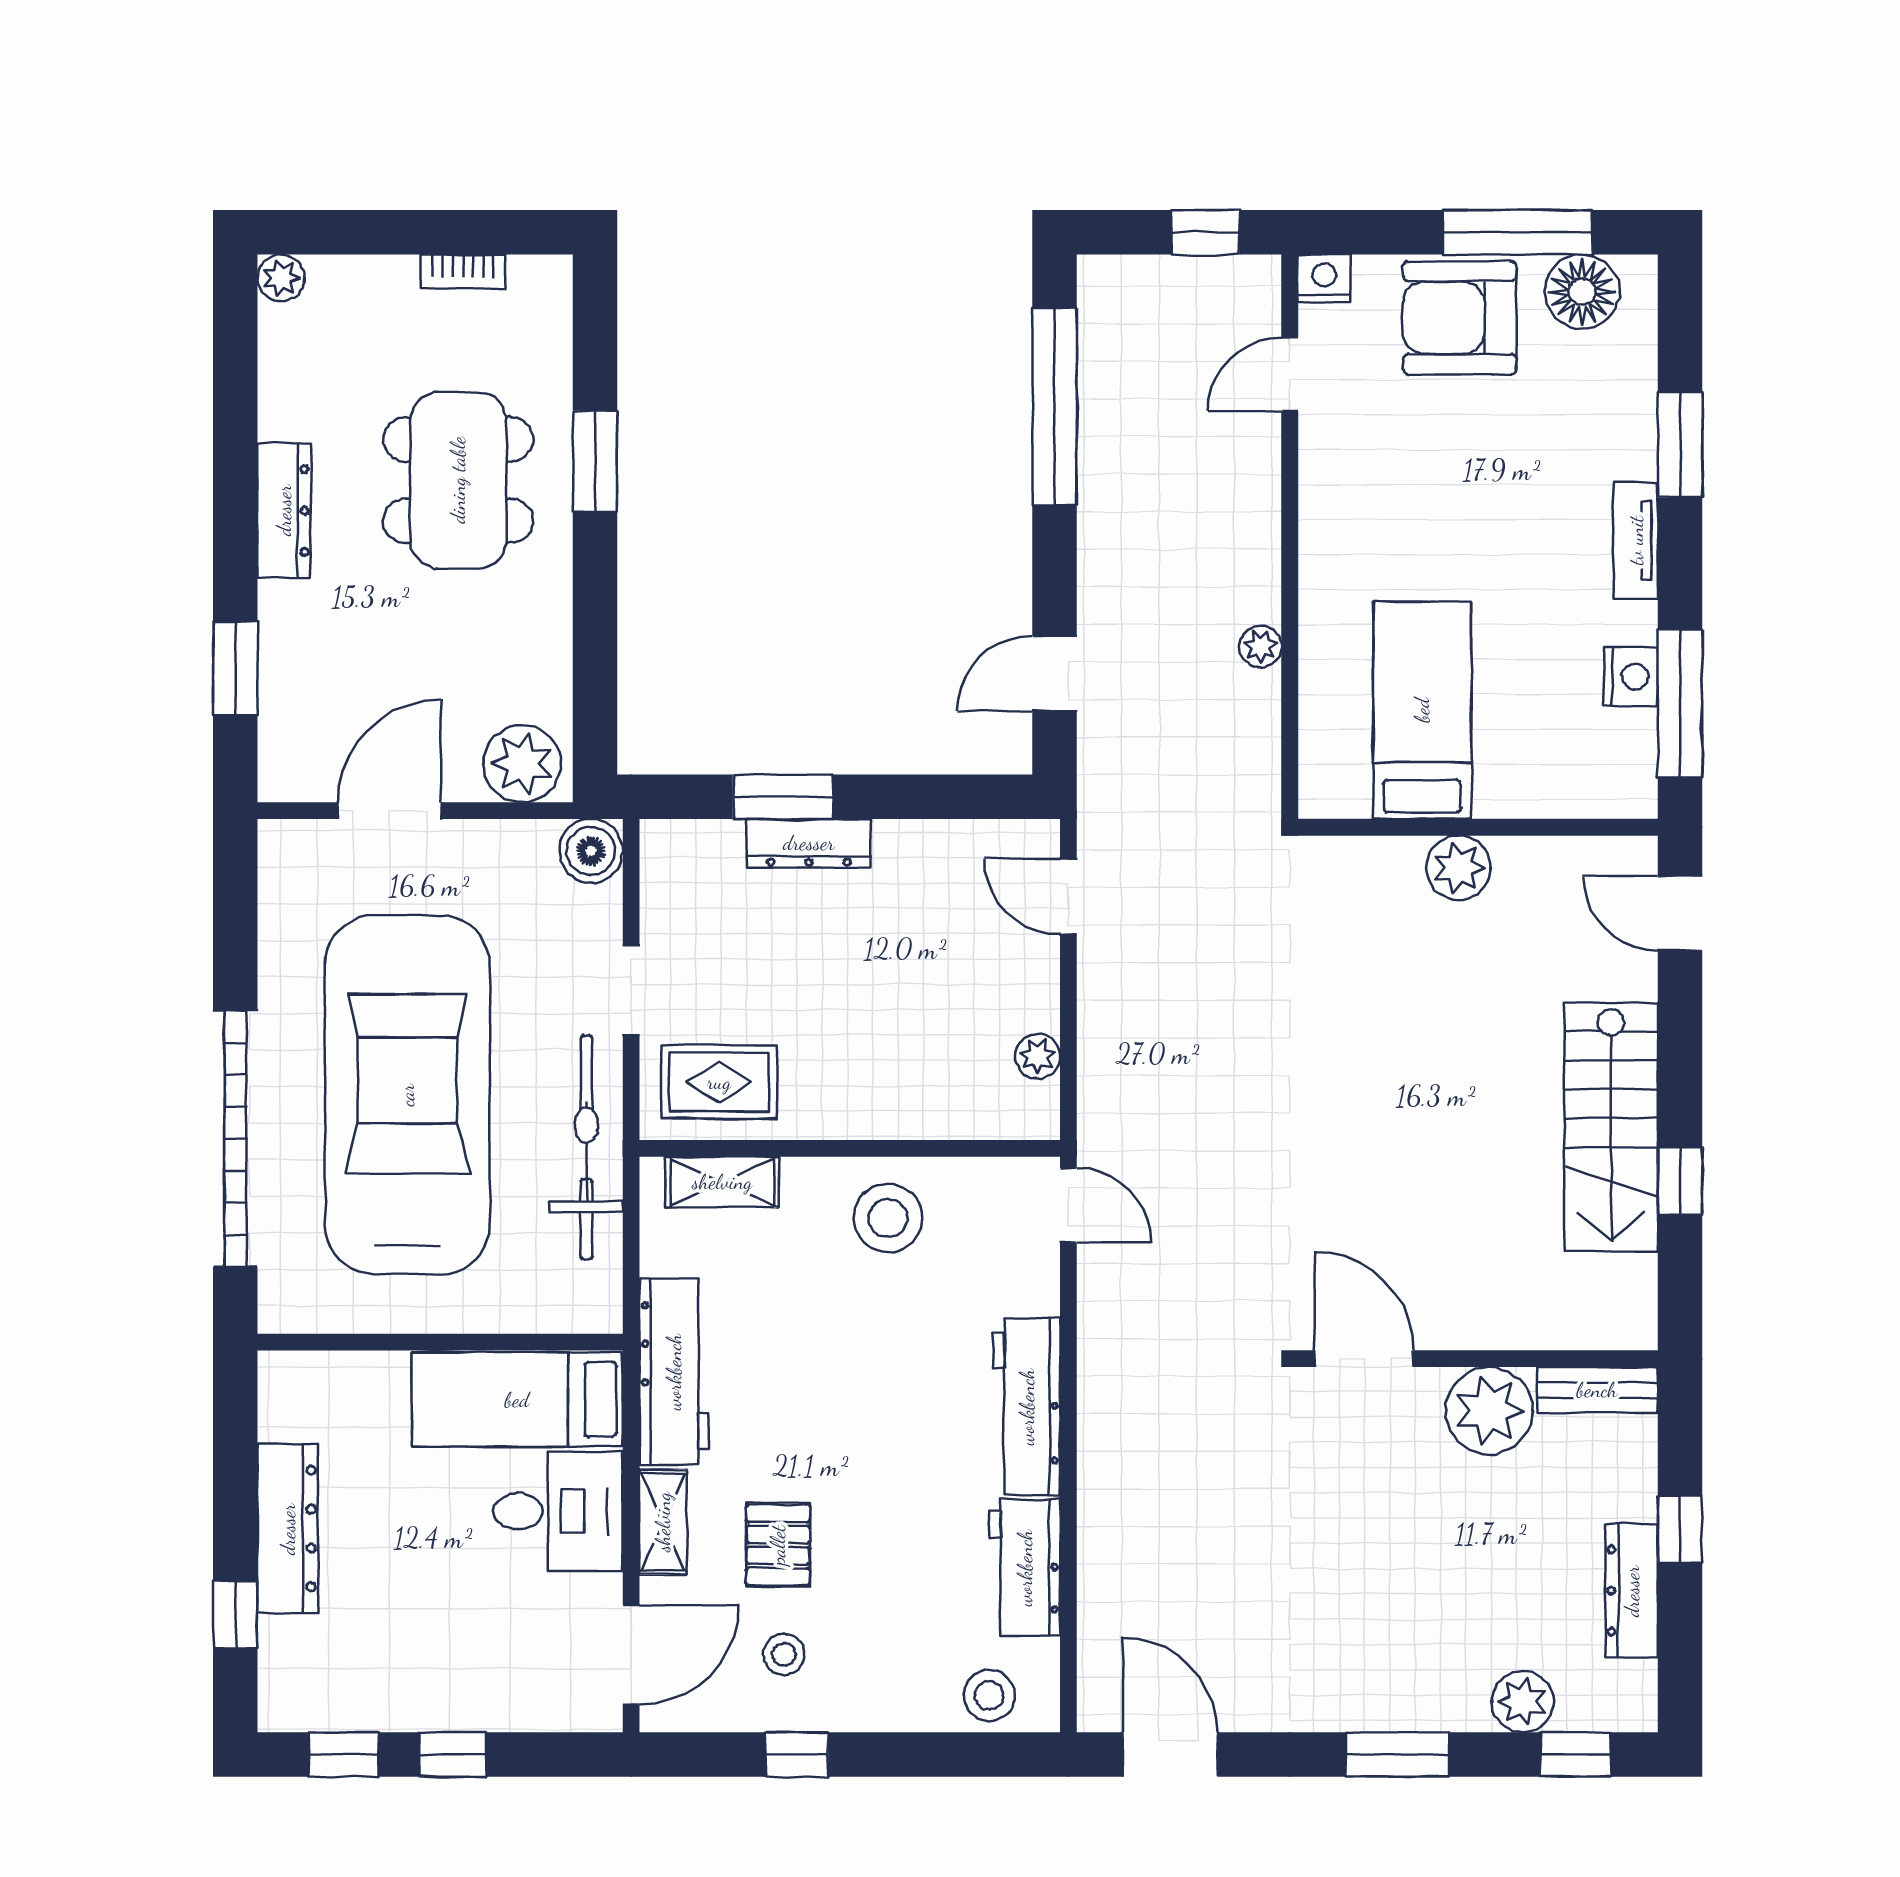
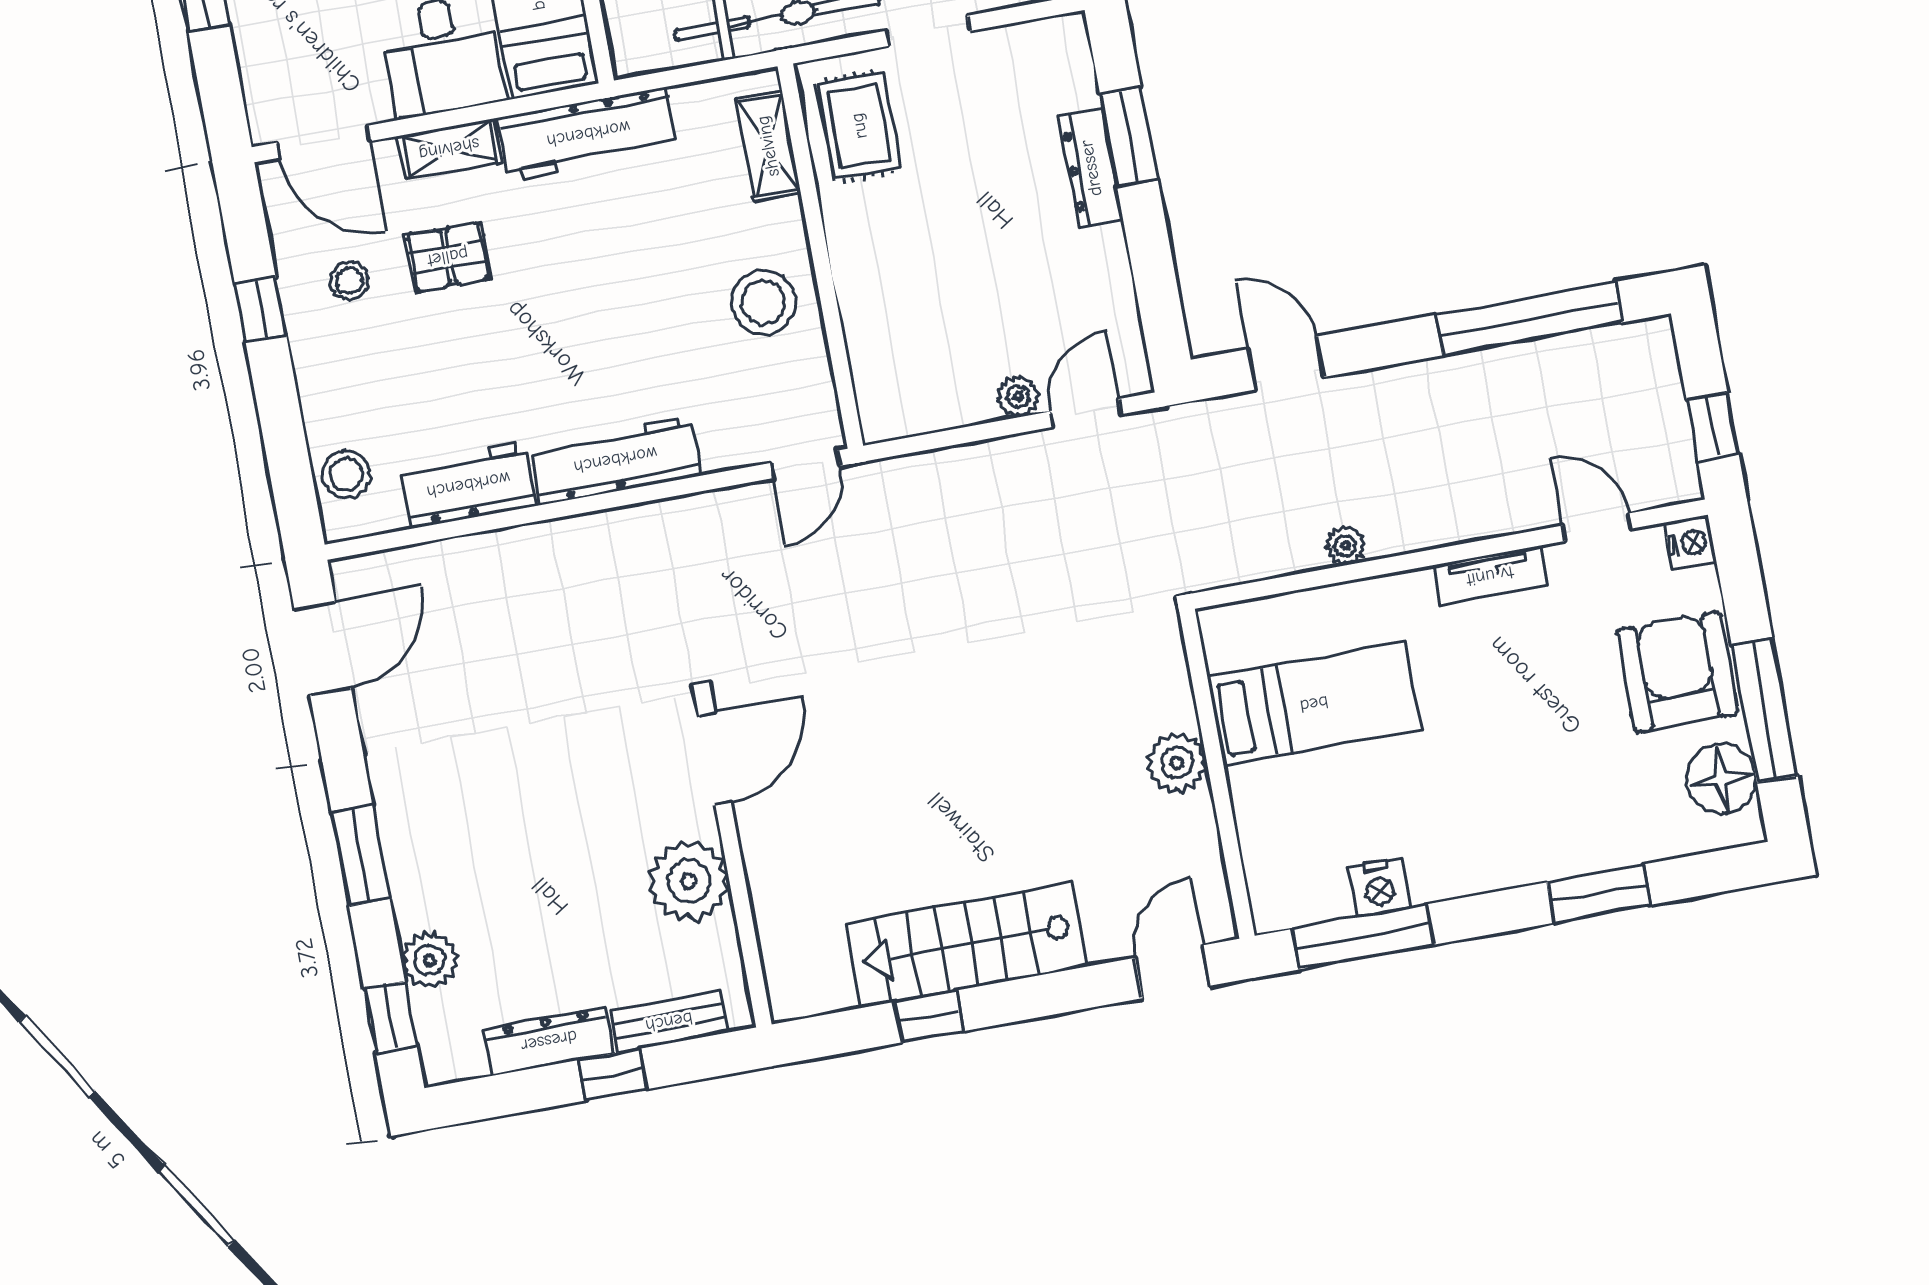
tv unit: (1636, 540) -> (1490, 576), moved, turned 180
plant: (1038, 1056) -> (1018, 396), moved
bench: (1597, 1390) -> (669, 1022), moved, turned 90

